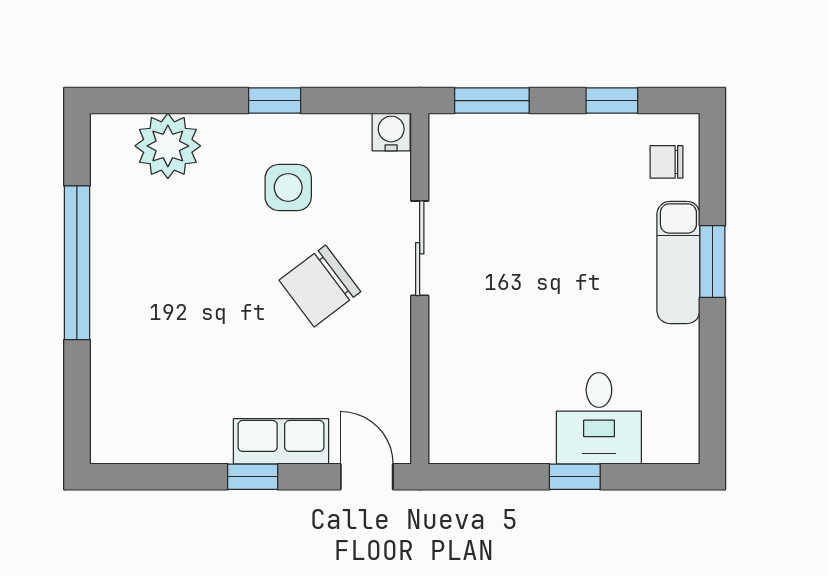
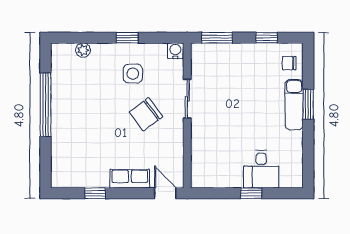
plant: (168, 146) -> (83, 50), width x0.53, depth x0.53
window: (253, 477) -> (95, 193), moved

